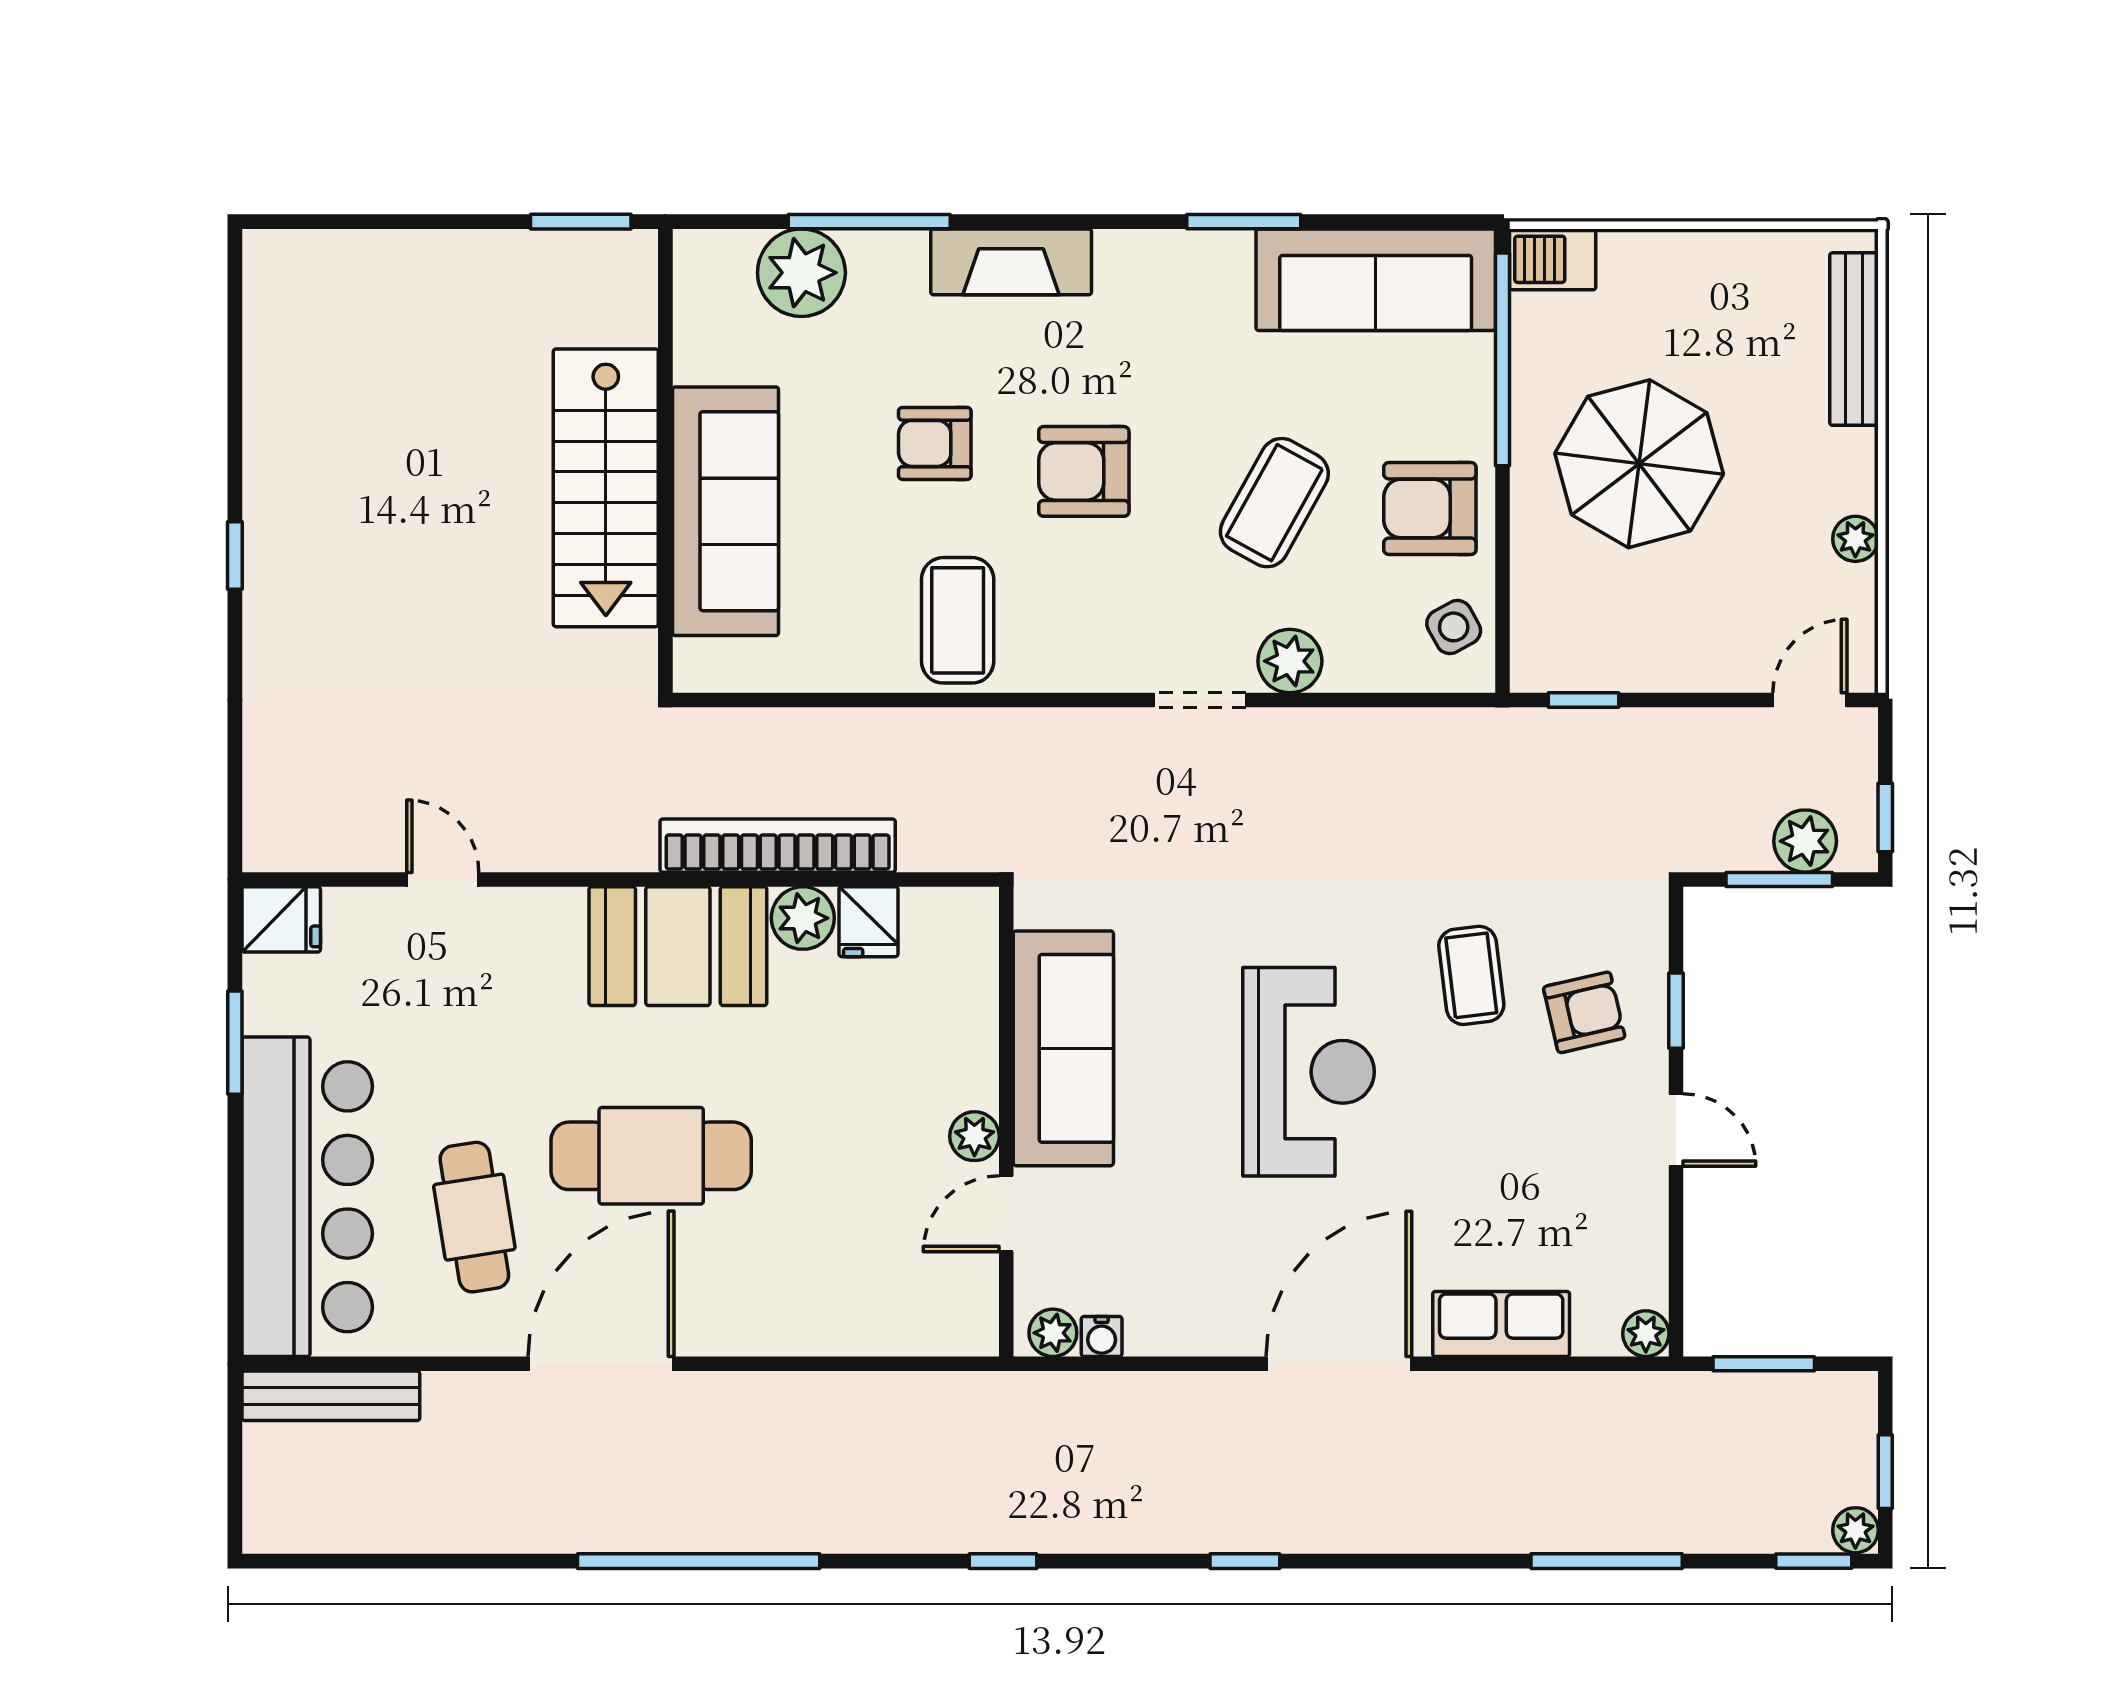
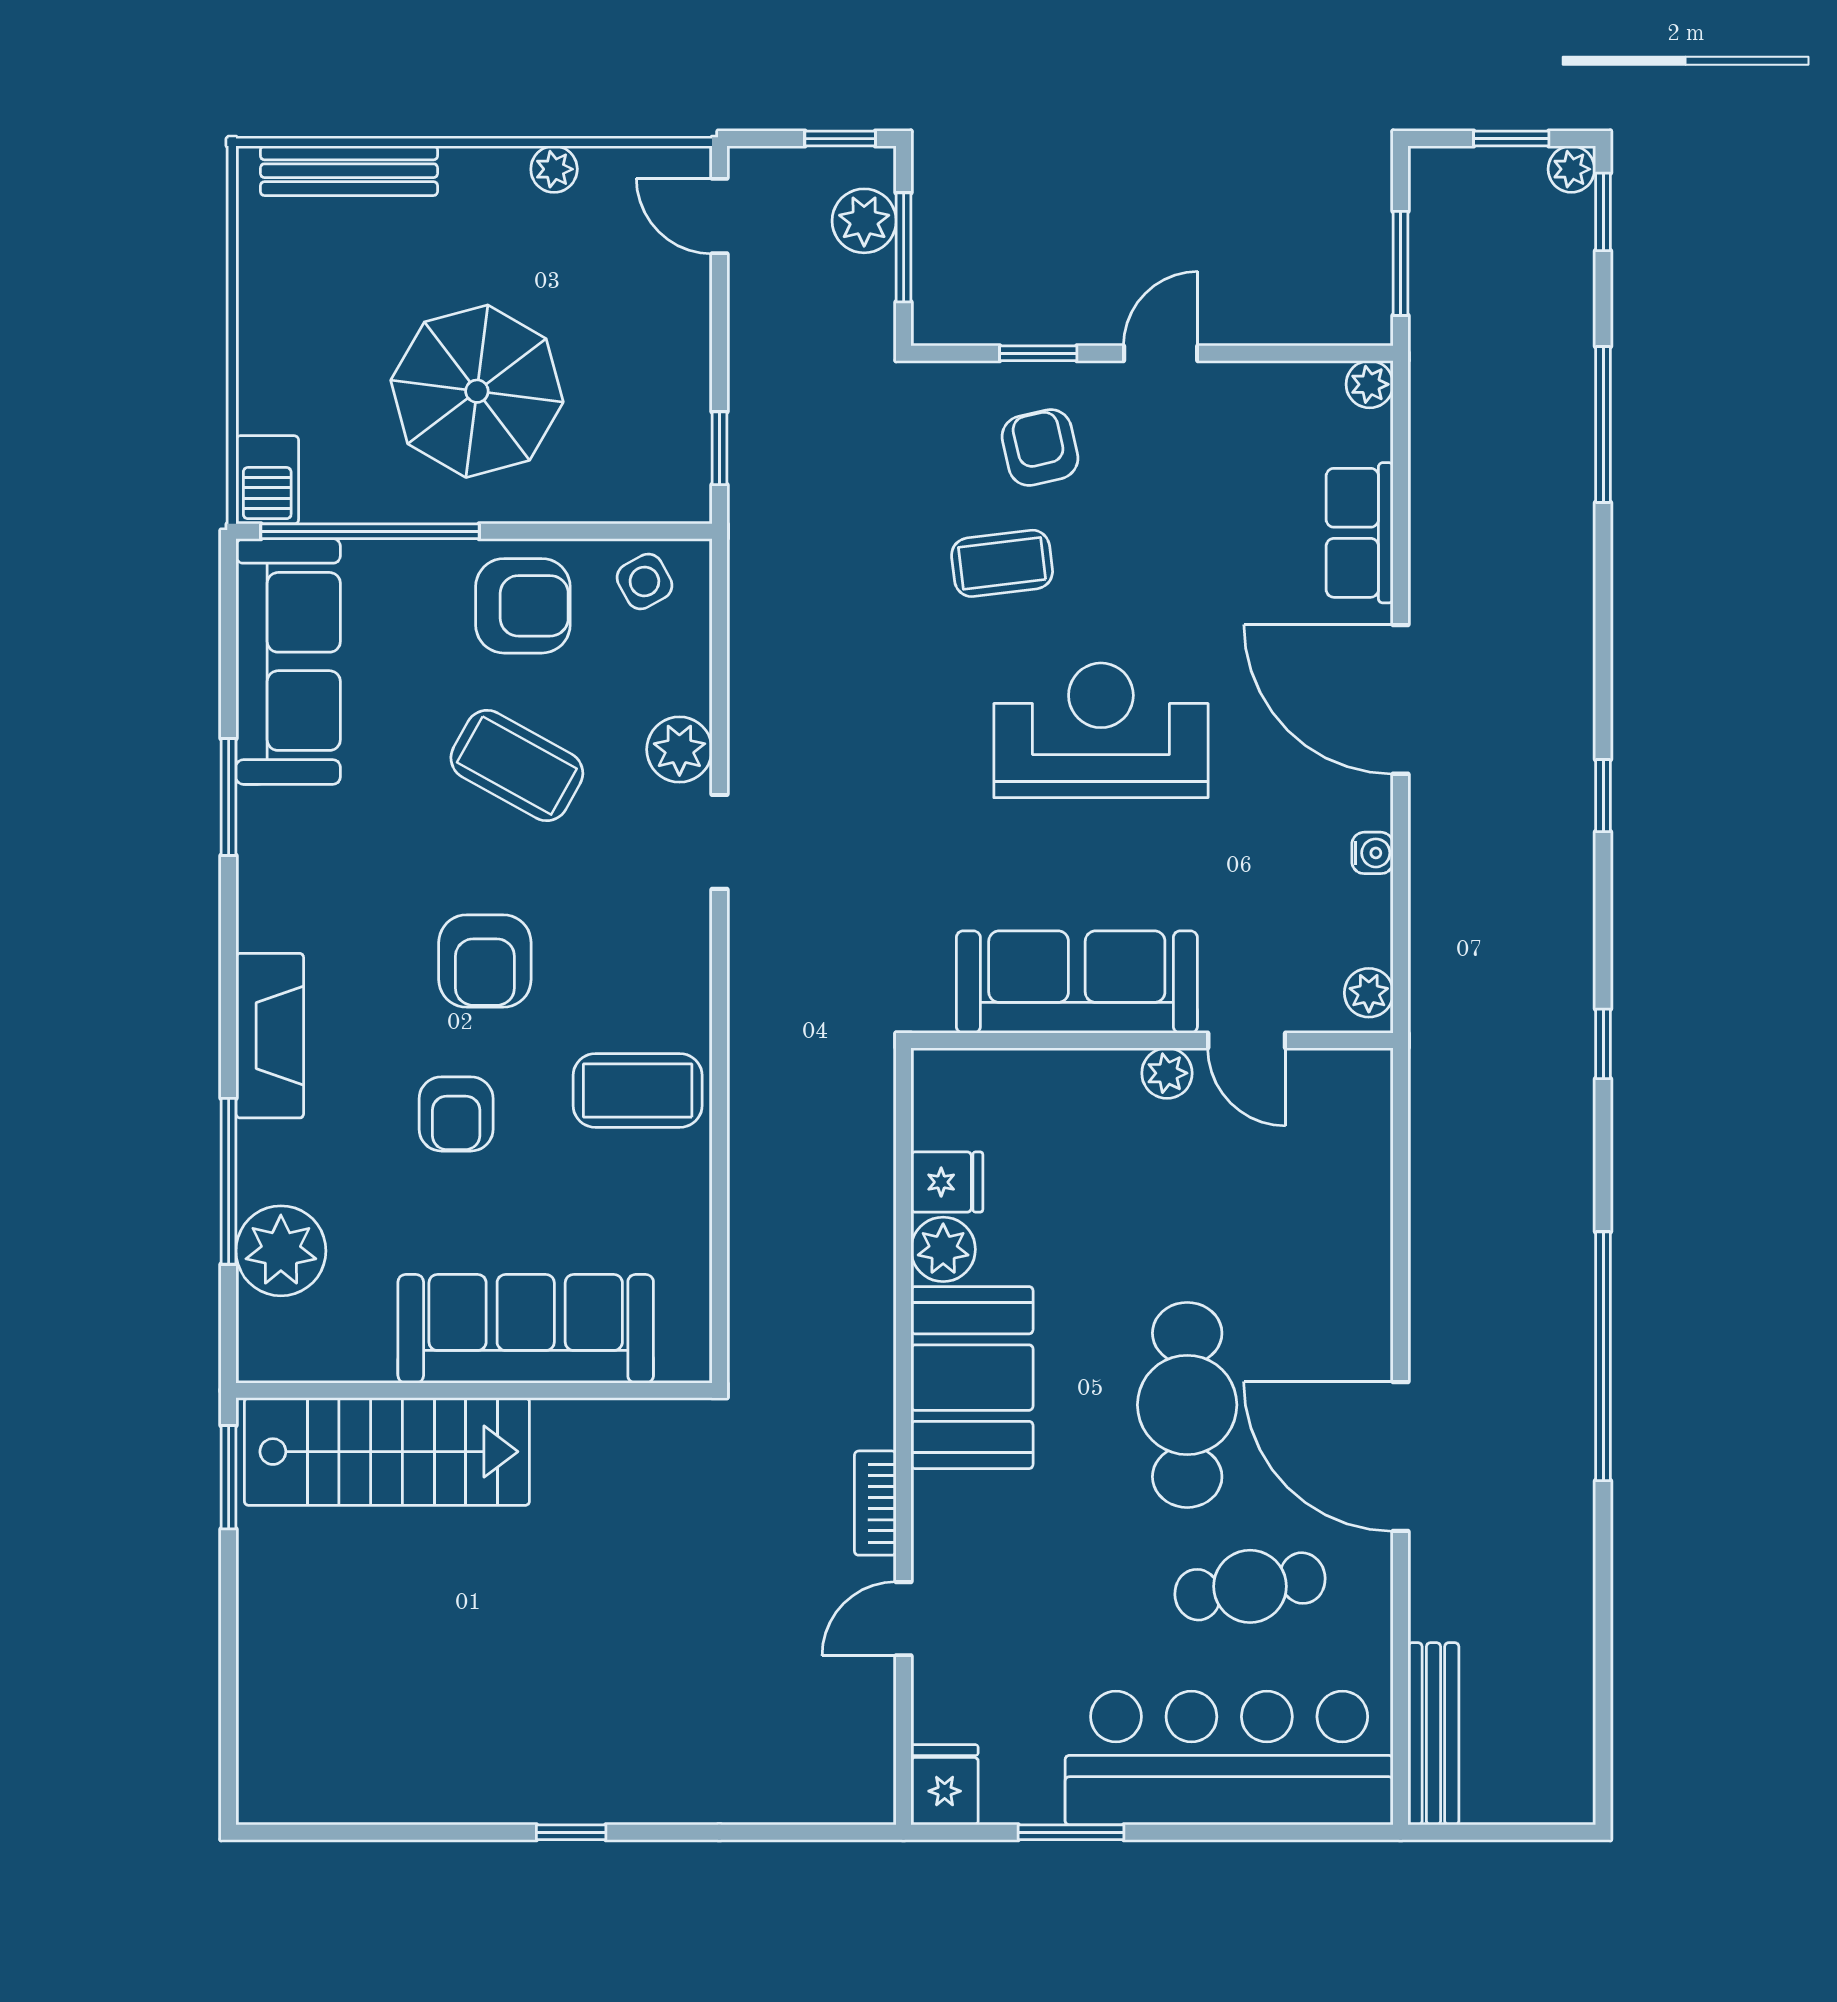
stairs: (606, 488) -> (387, 1452), moved
armchair: (1430, 508) -> (523, 606), turned -90
bookcase: (778, 846) -> (875, 1503), moved, width x0.43, depth x0.76
water cooler: (1102, 1336) -> (1373, 853), moved

